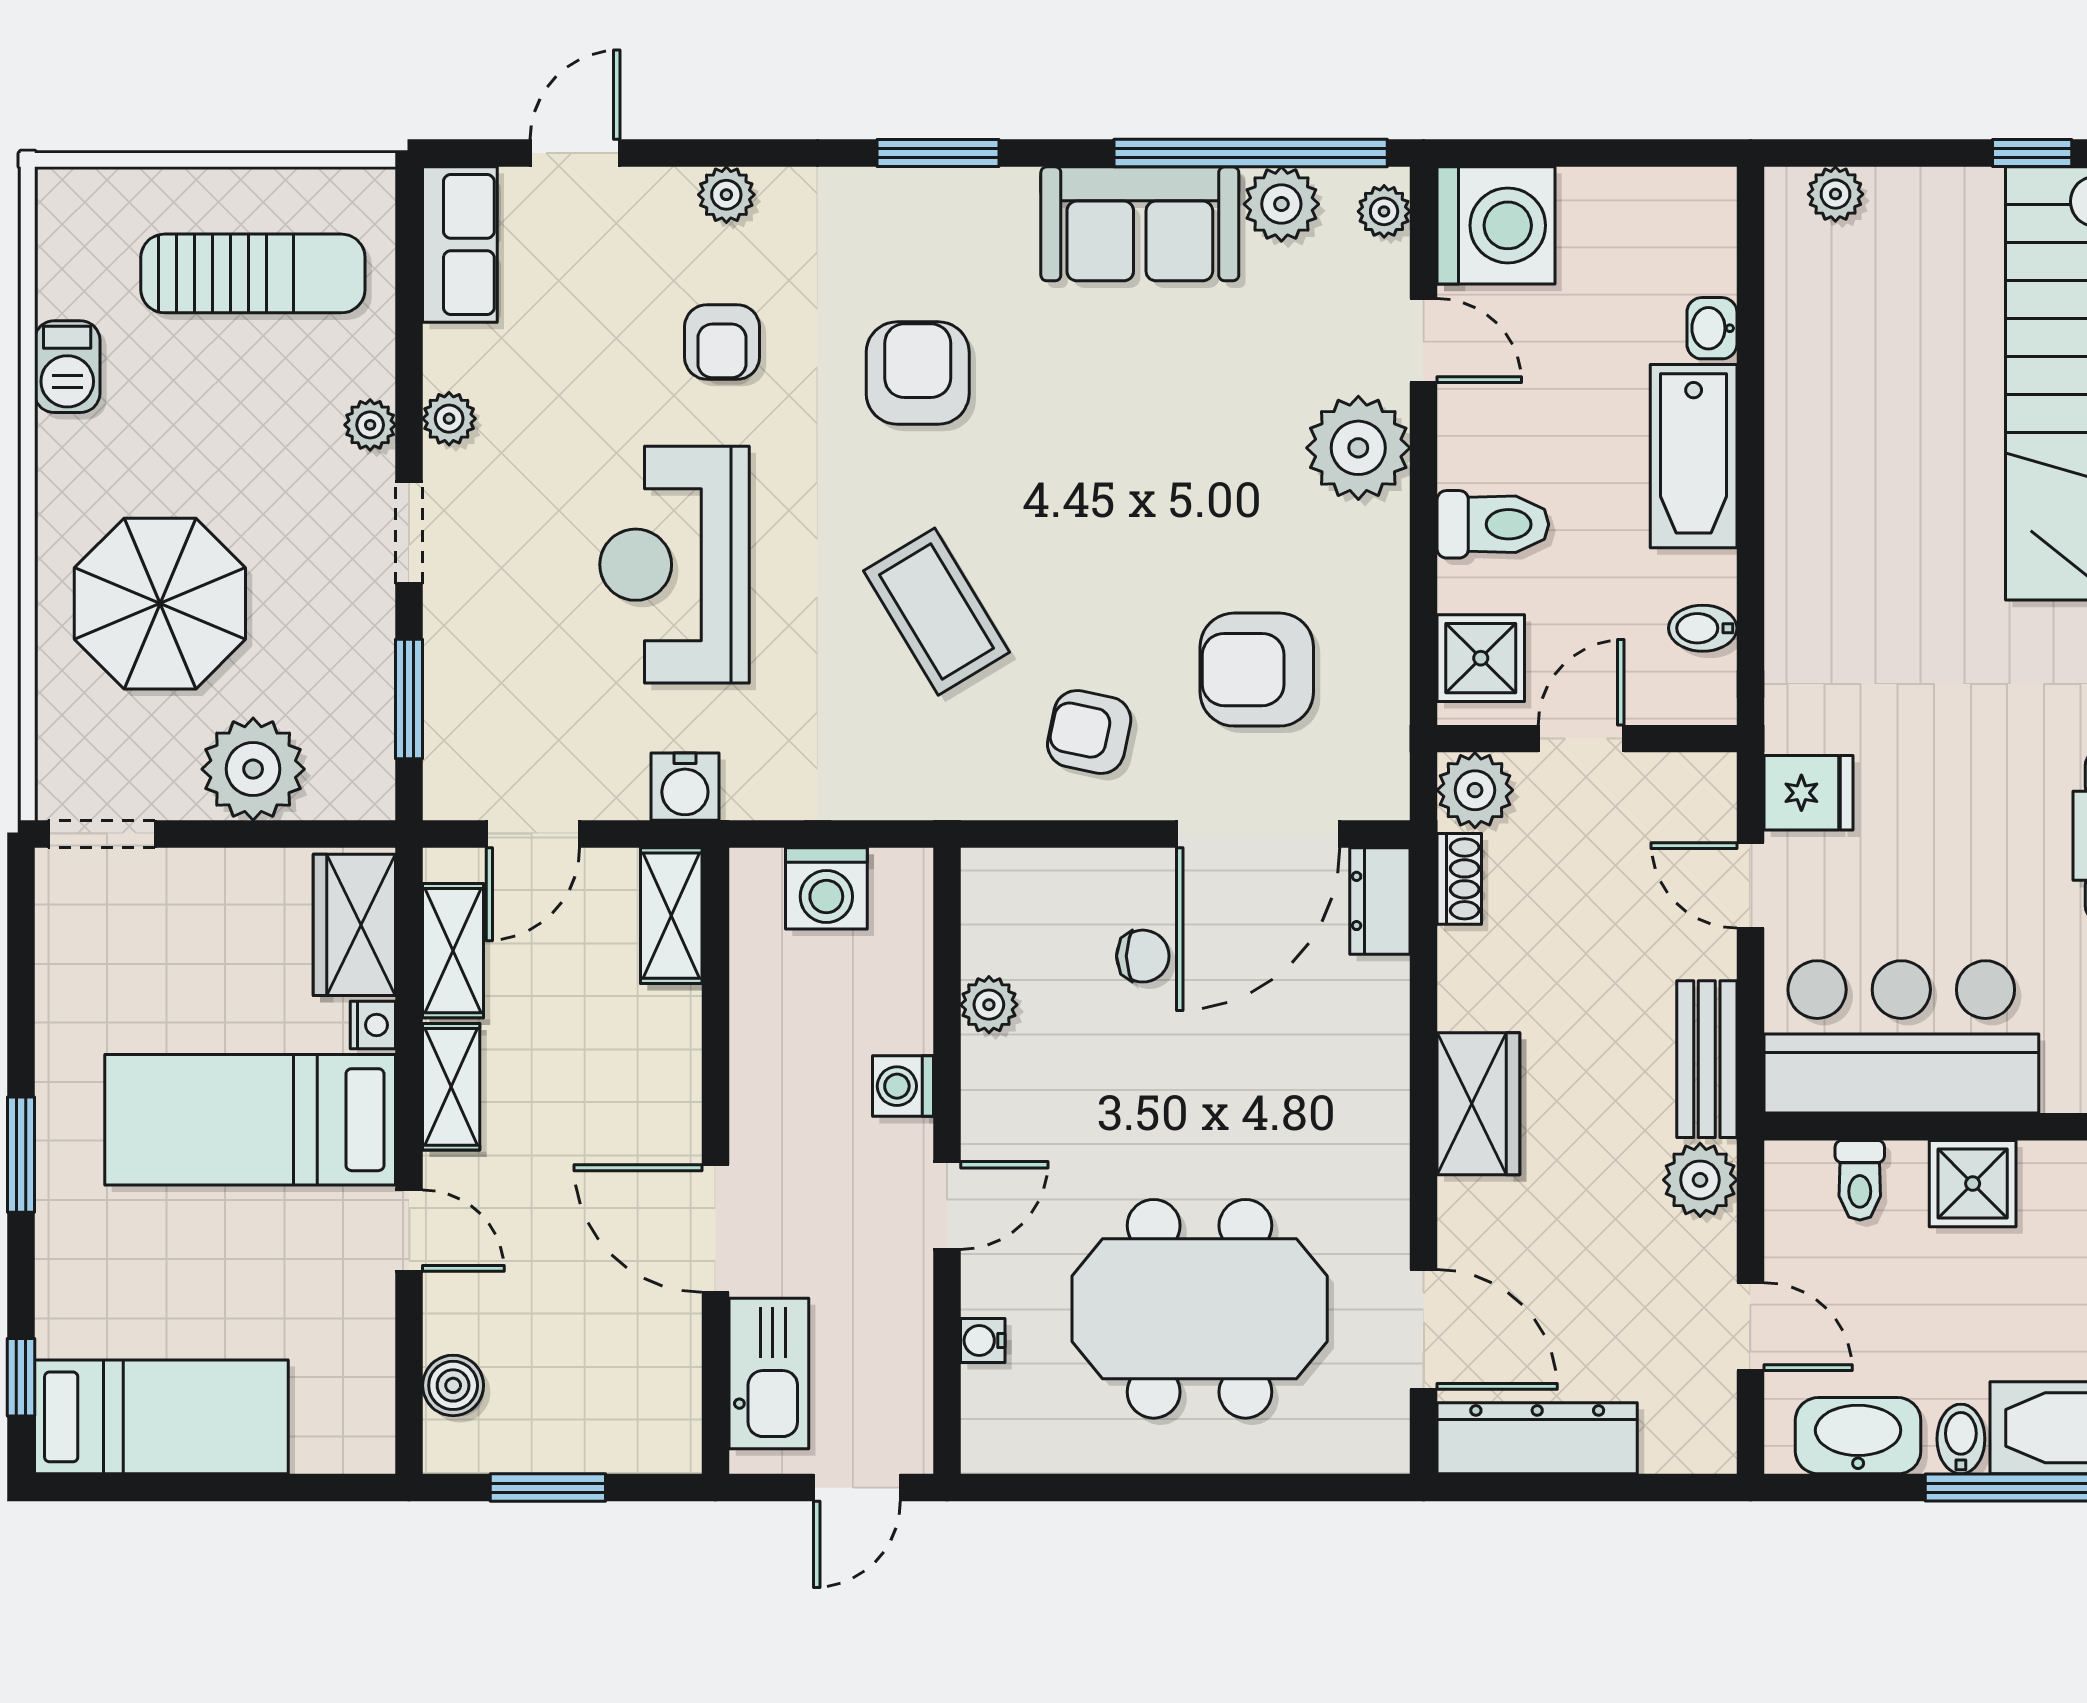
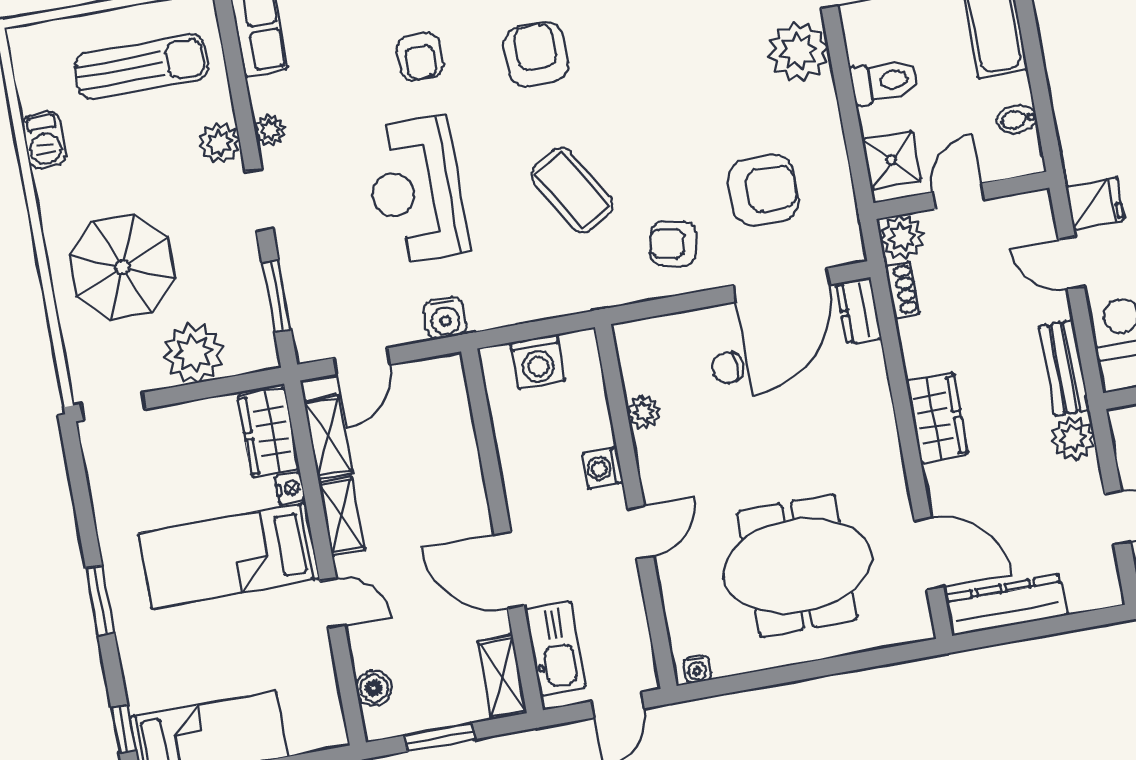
plant: (370, 425) -> (220, 143), width x1.38, depth x1.38
armchair: (1257, 670) -> (763, 190), turned 180
shelving: (671, 916) -> (502, 677), moved
chair: (1143, 956) -> (728, 368), turned 180
water cooler: (983, 1340) -> (697, 669), moved, turned -90

